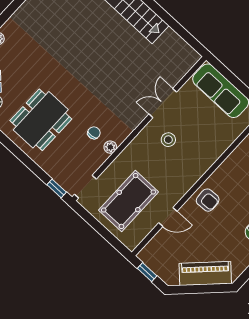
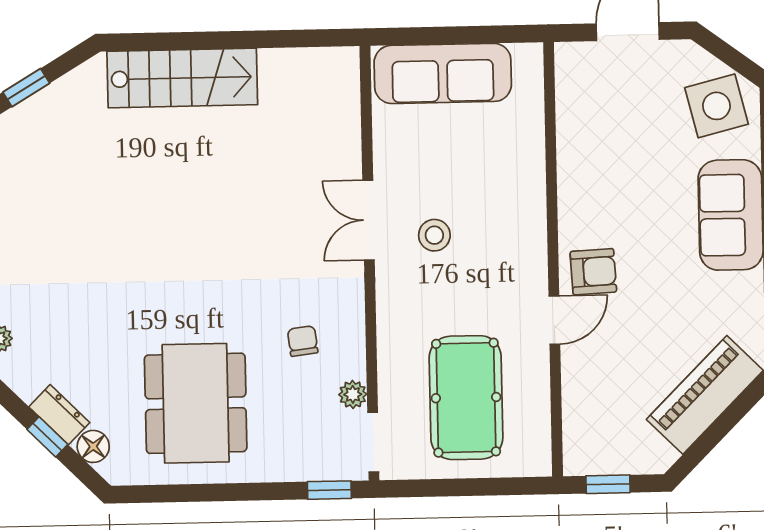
double door: (163, 103) -> (369, 220), moved
plant: (110, 147) -> (353, 394), moved
door: (168, 217) -> (554, 320), moved

